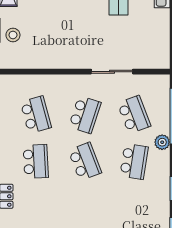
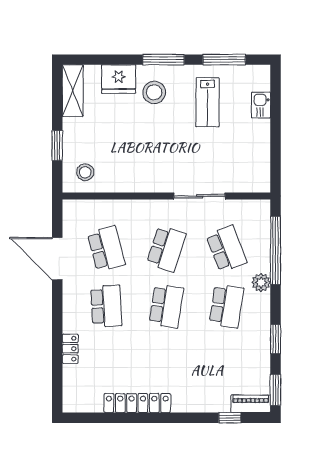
stool: (13, 35) -> (85, 172), moved
school desk: (85, 161) -> (166, 306), turned 30

